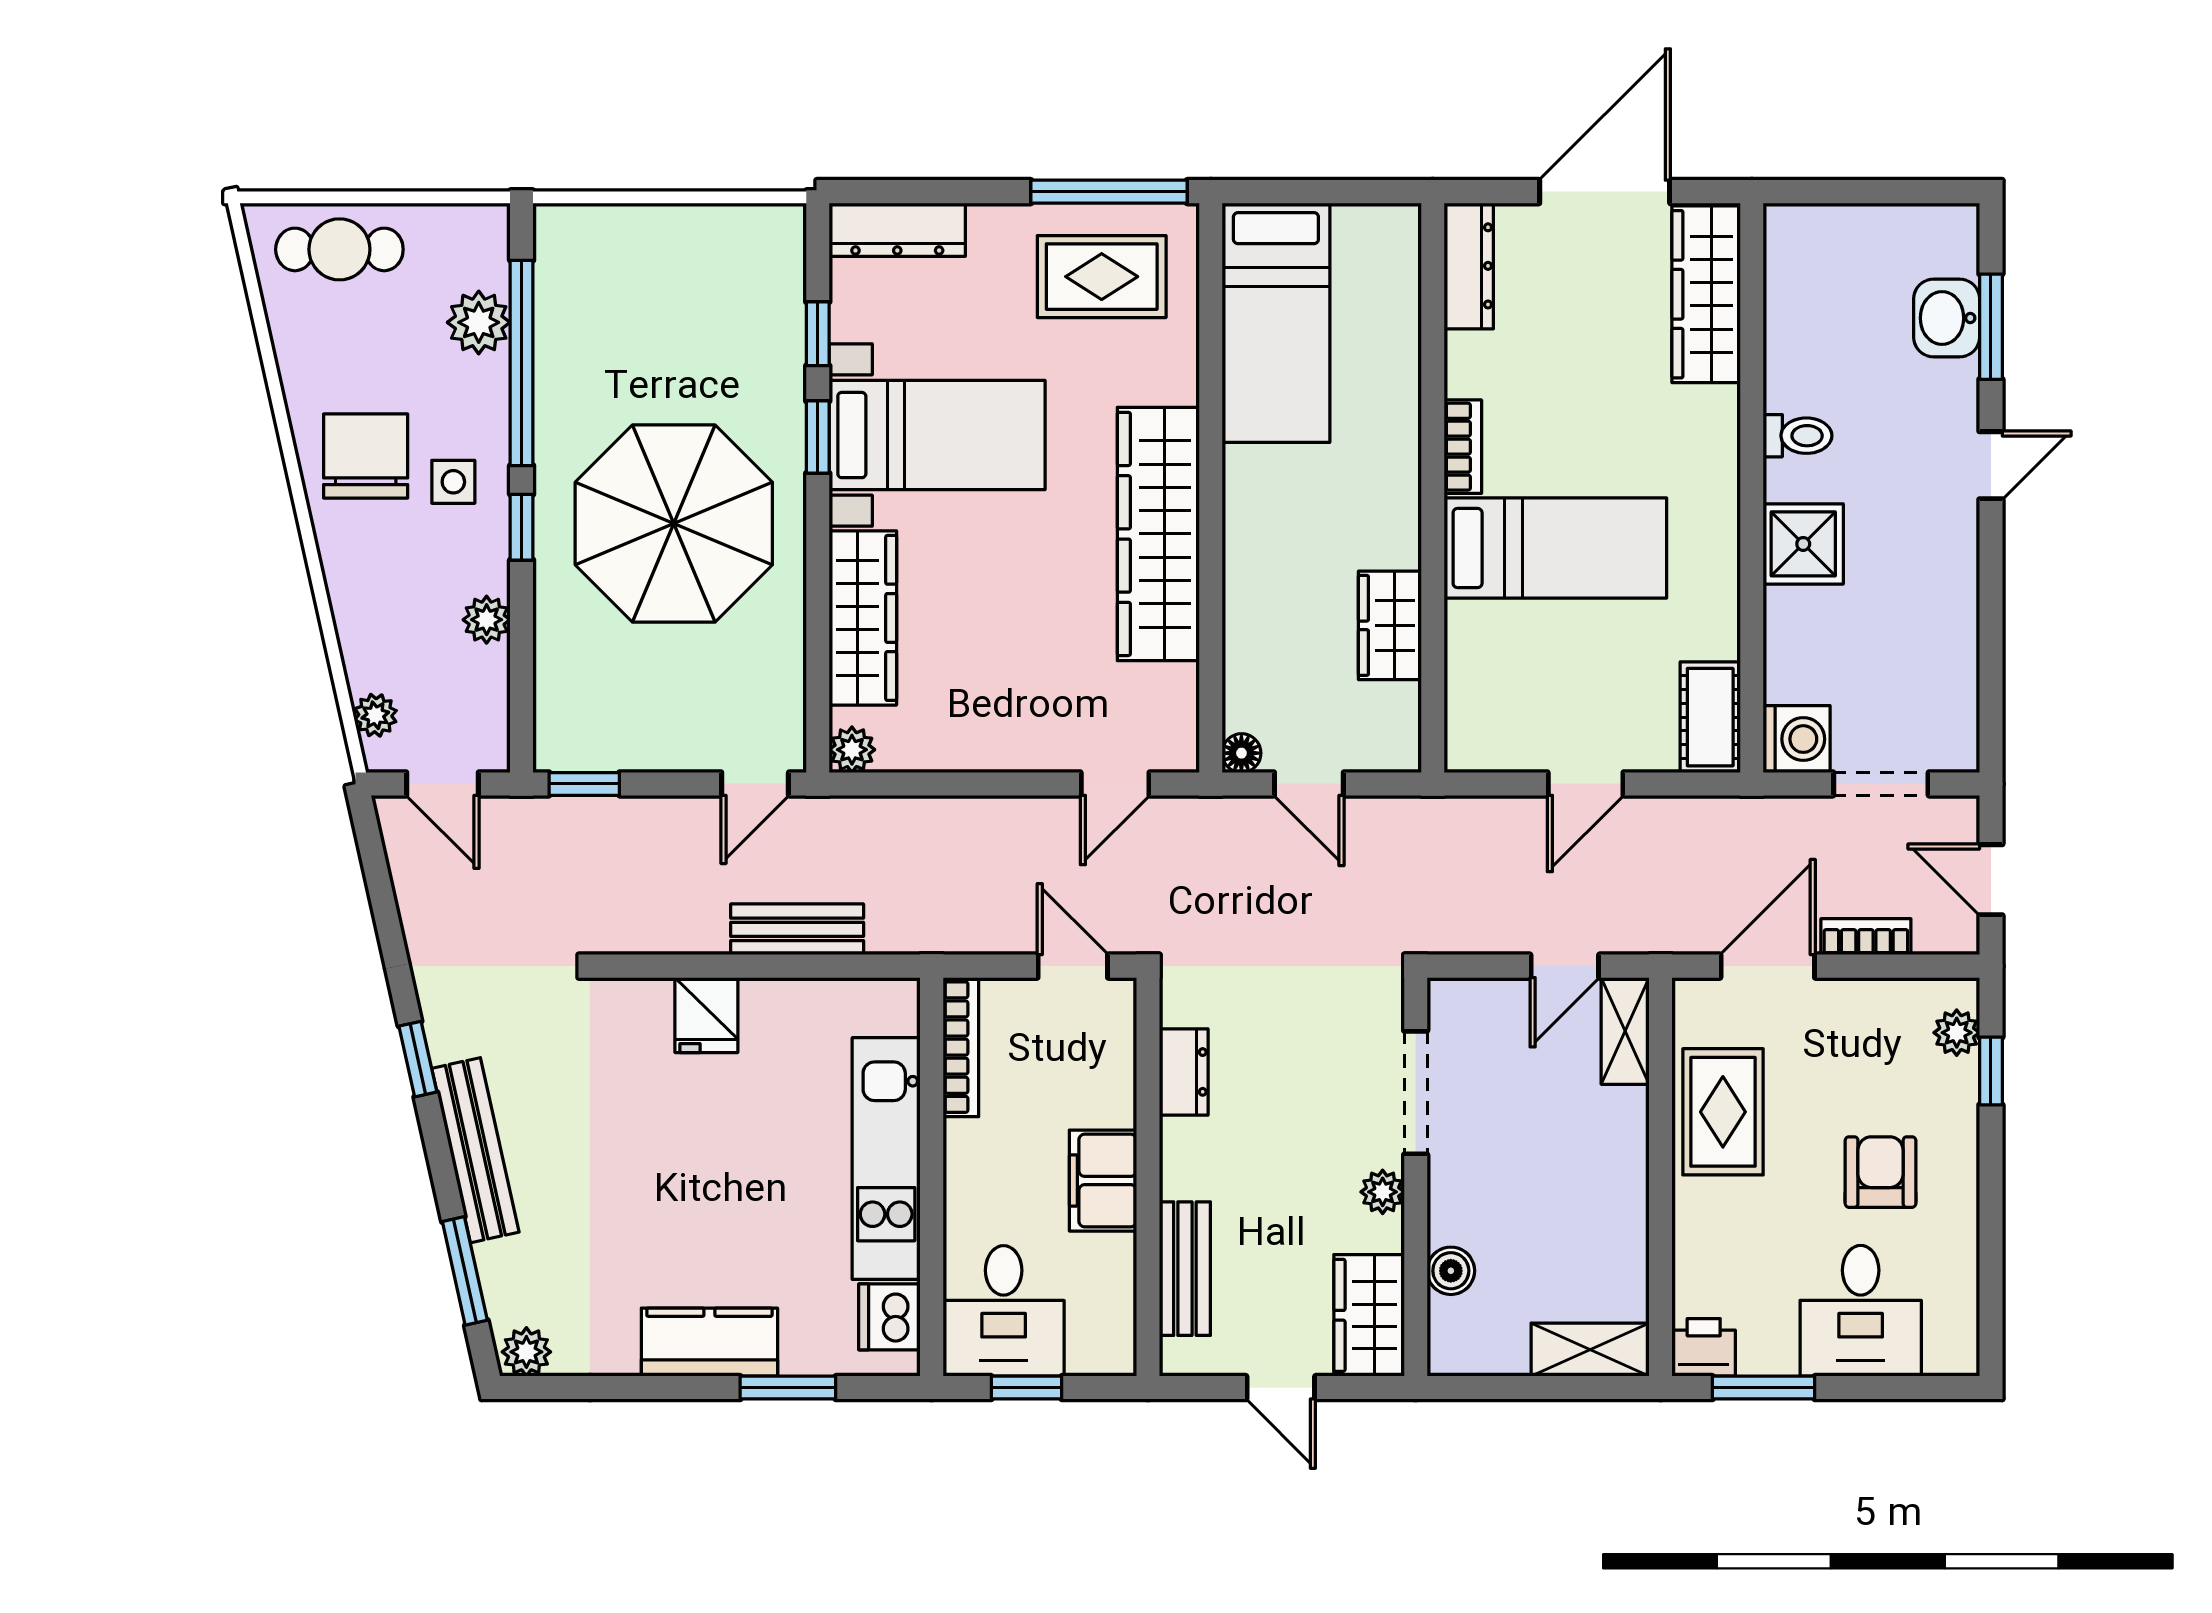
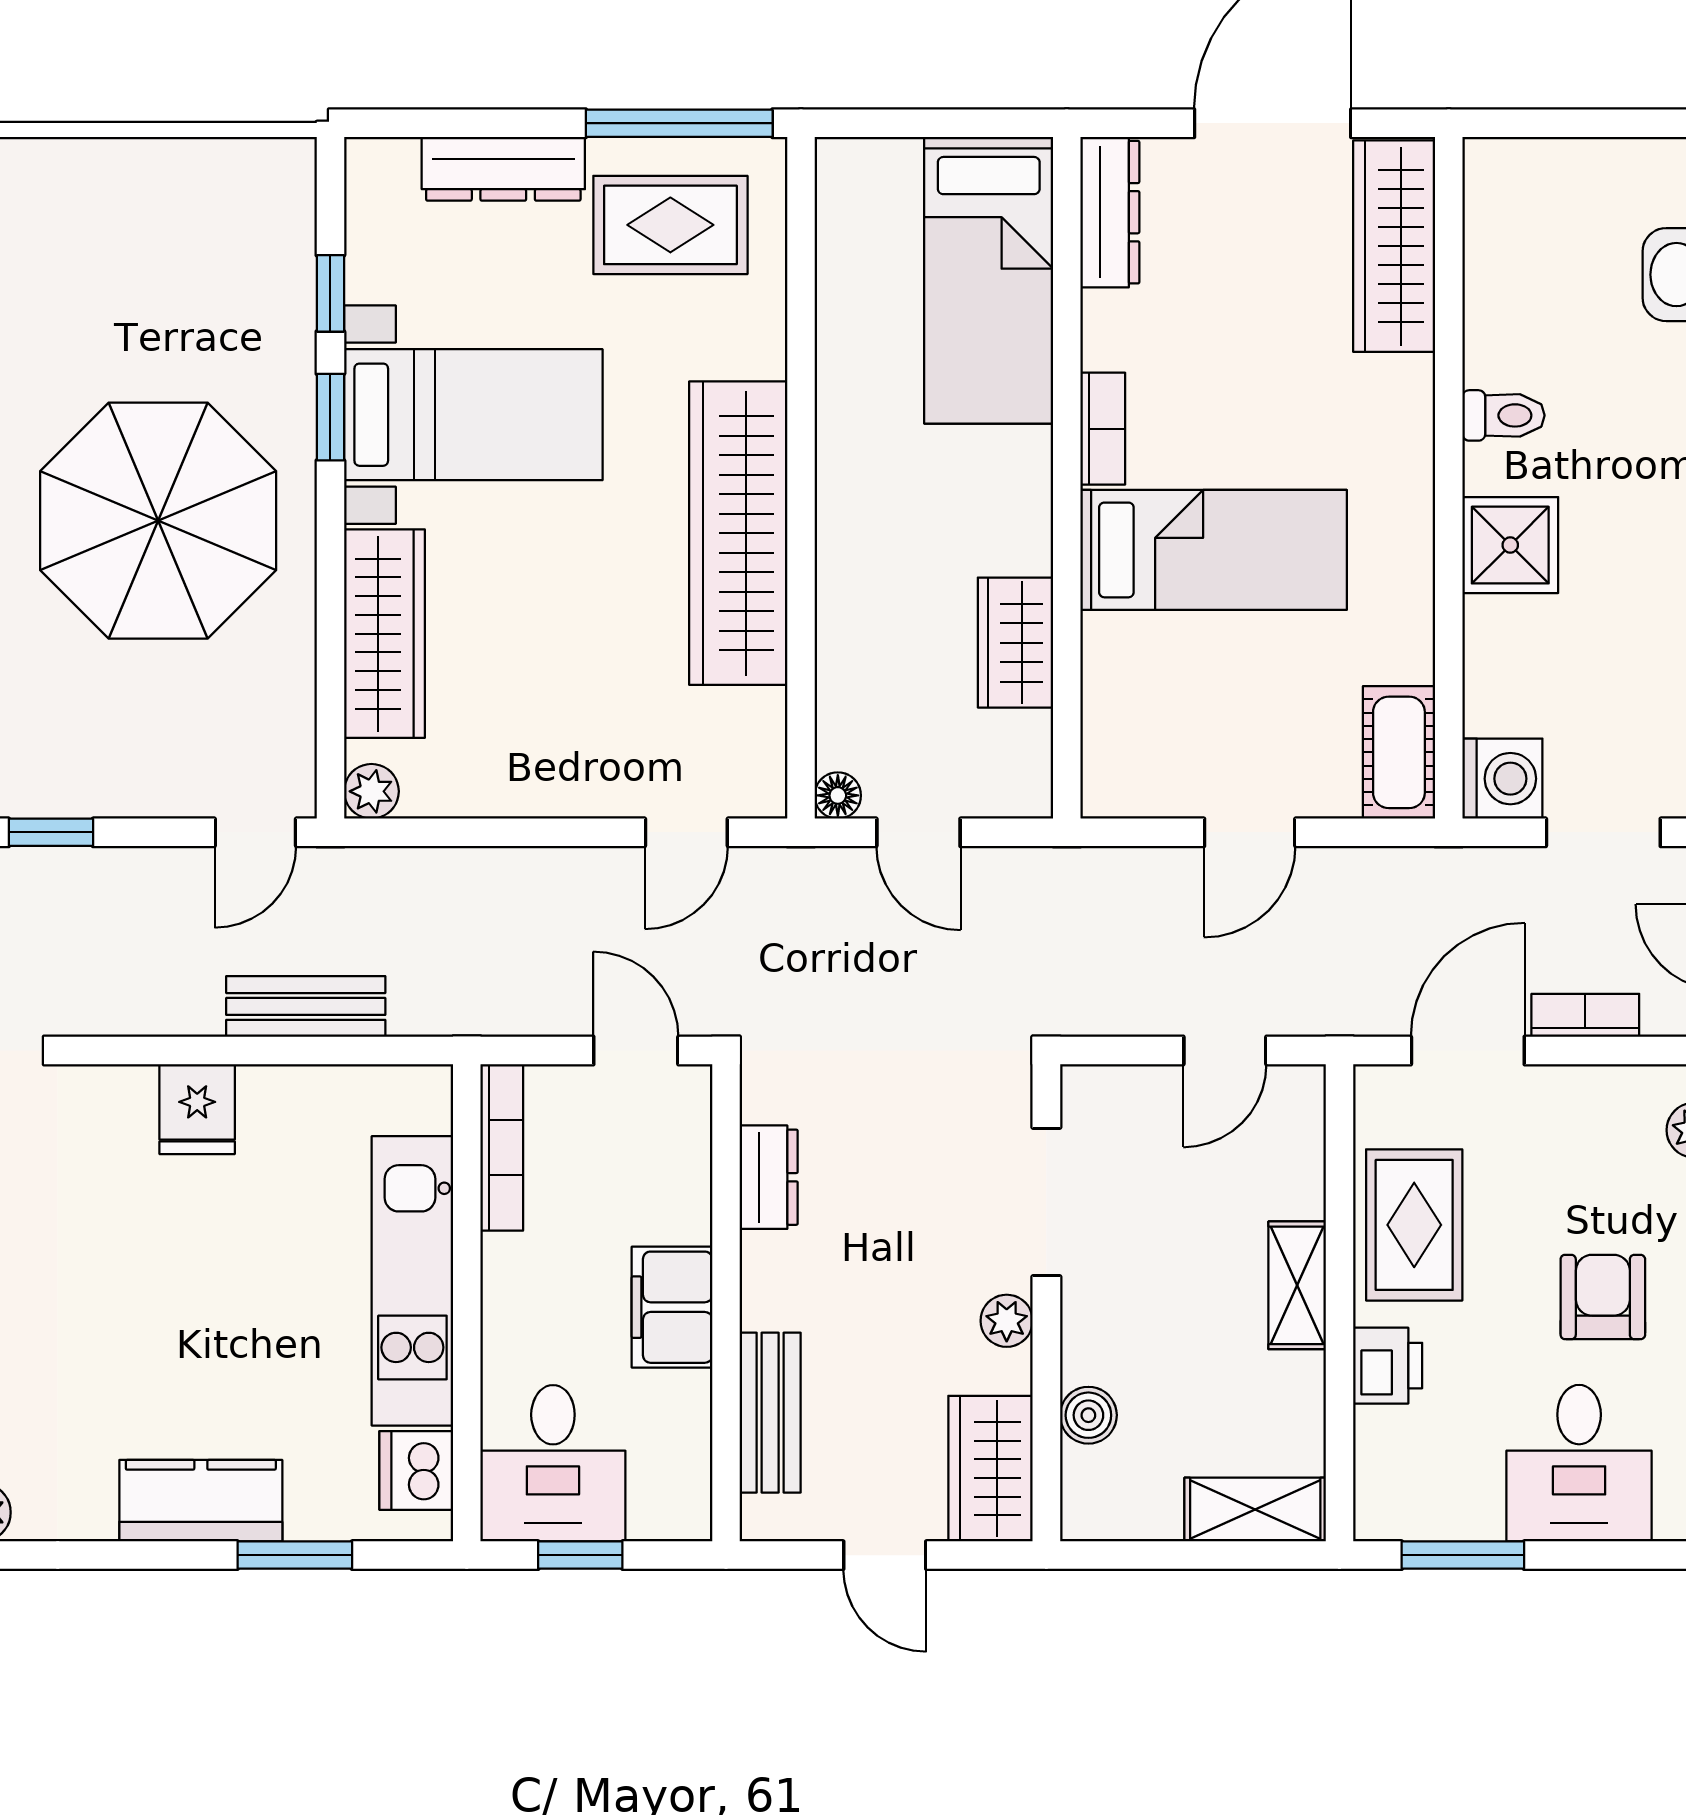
dresser: (897, 230) -> (503, 169), moved
bed: (1276, 323) -> (989, 280), moved
shelving: (1625, 1031) -> (1297, 1285), moved
printer: (1704, 1347) -> (1388, 1366), moved, turned 90

